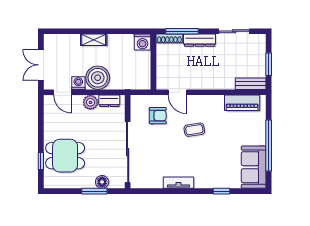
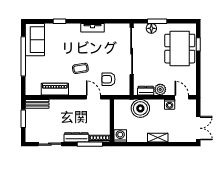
double door: (41, 65) -> (198, 128), moved
boiler: (98, 78) -> (140, 108), moved
piano: (242, 103) -> (55, 89), moved
dining table: (65, 156) -> (180, 49), width x1.37

